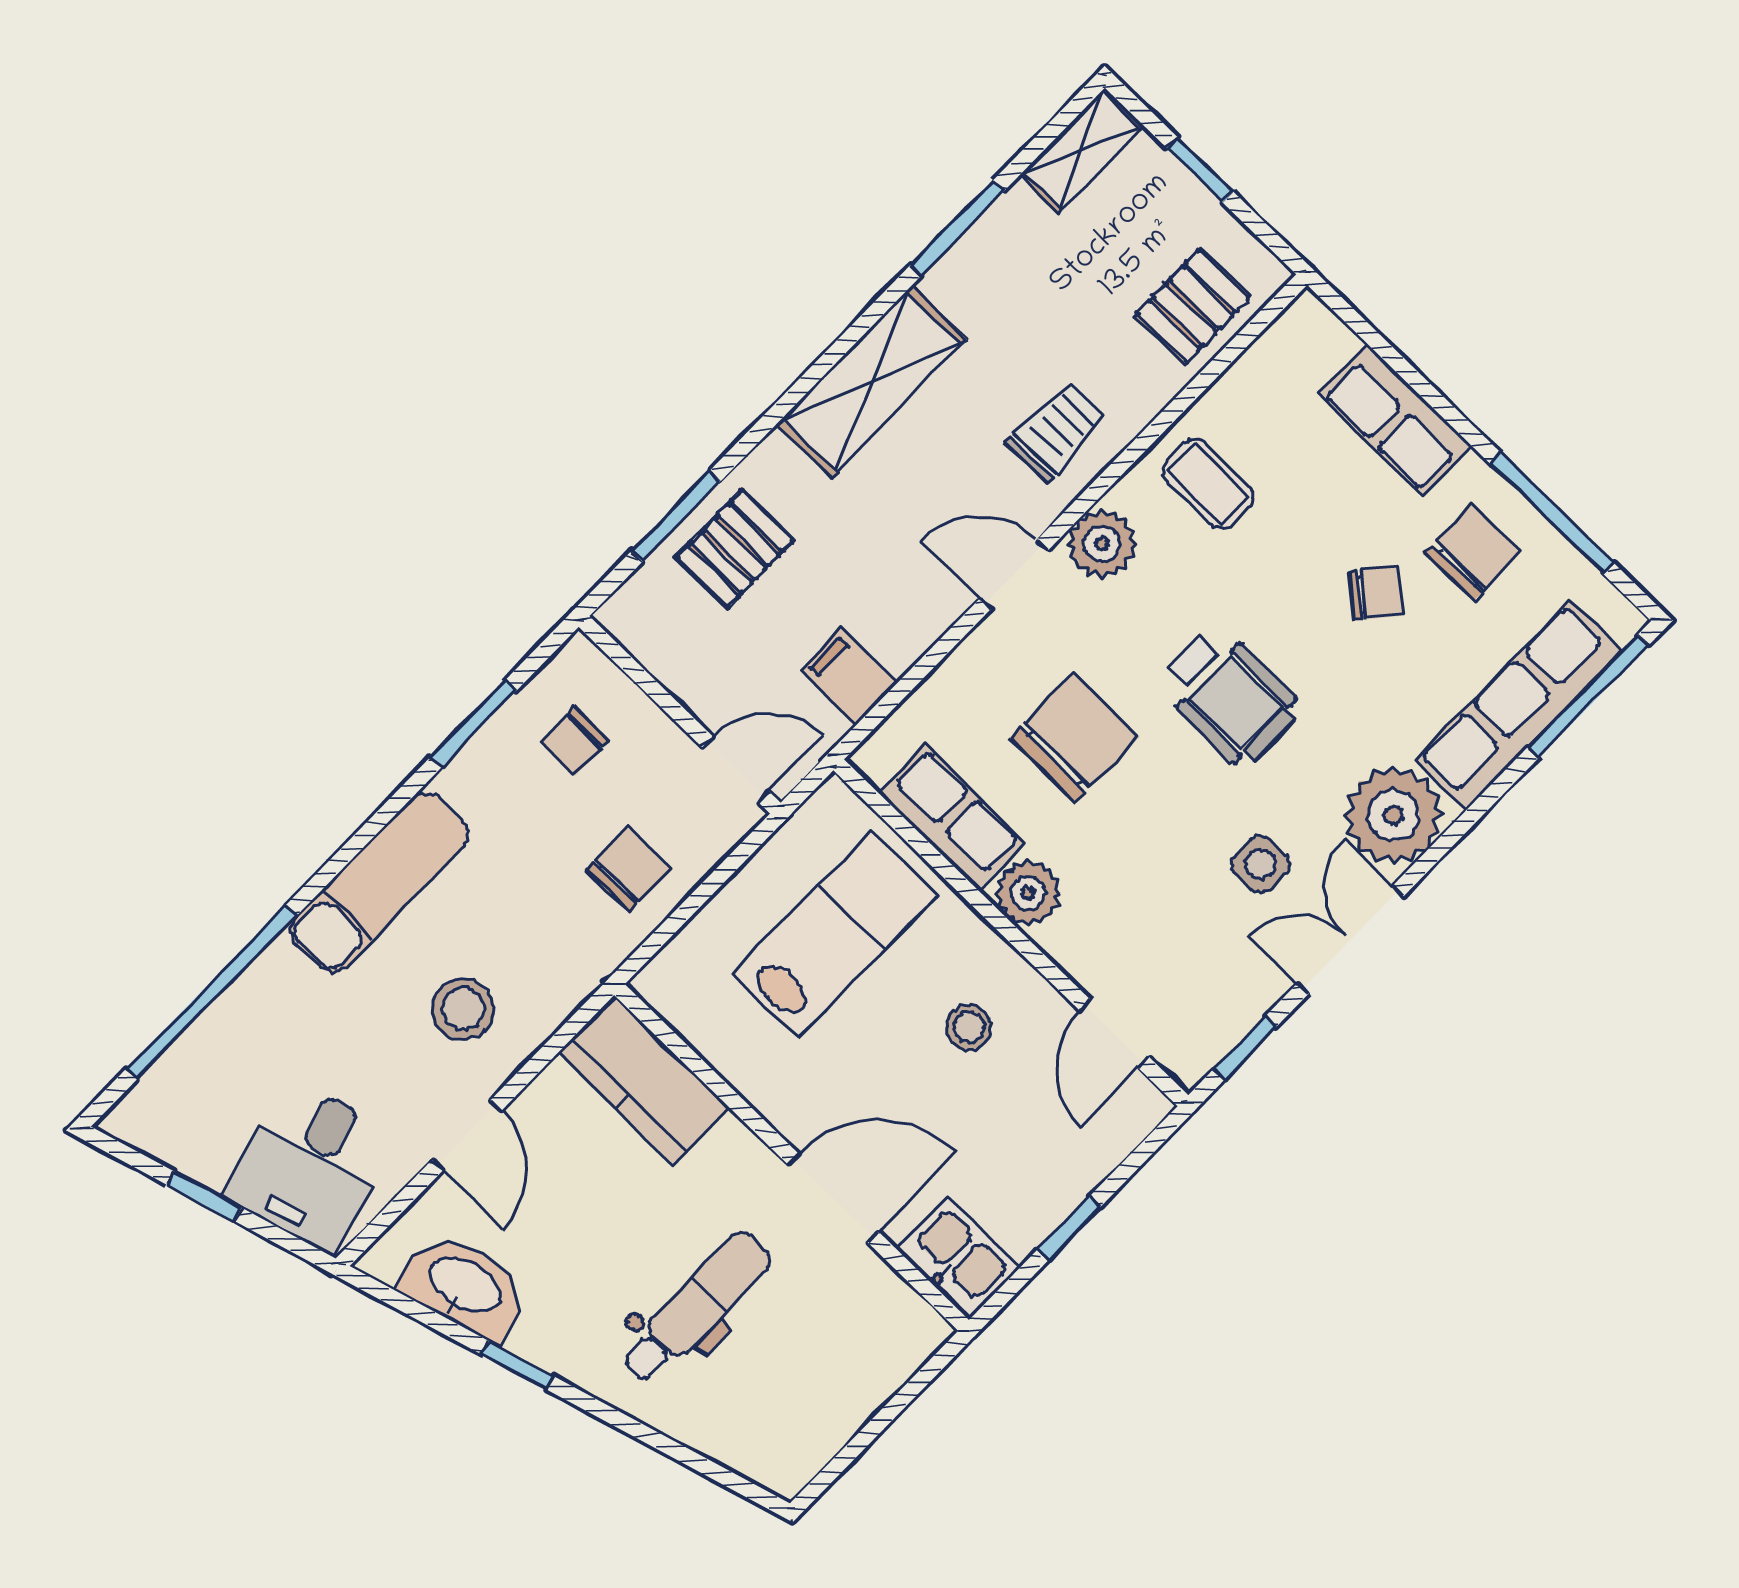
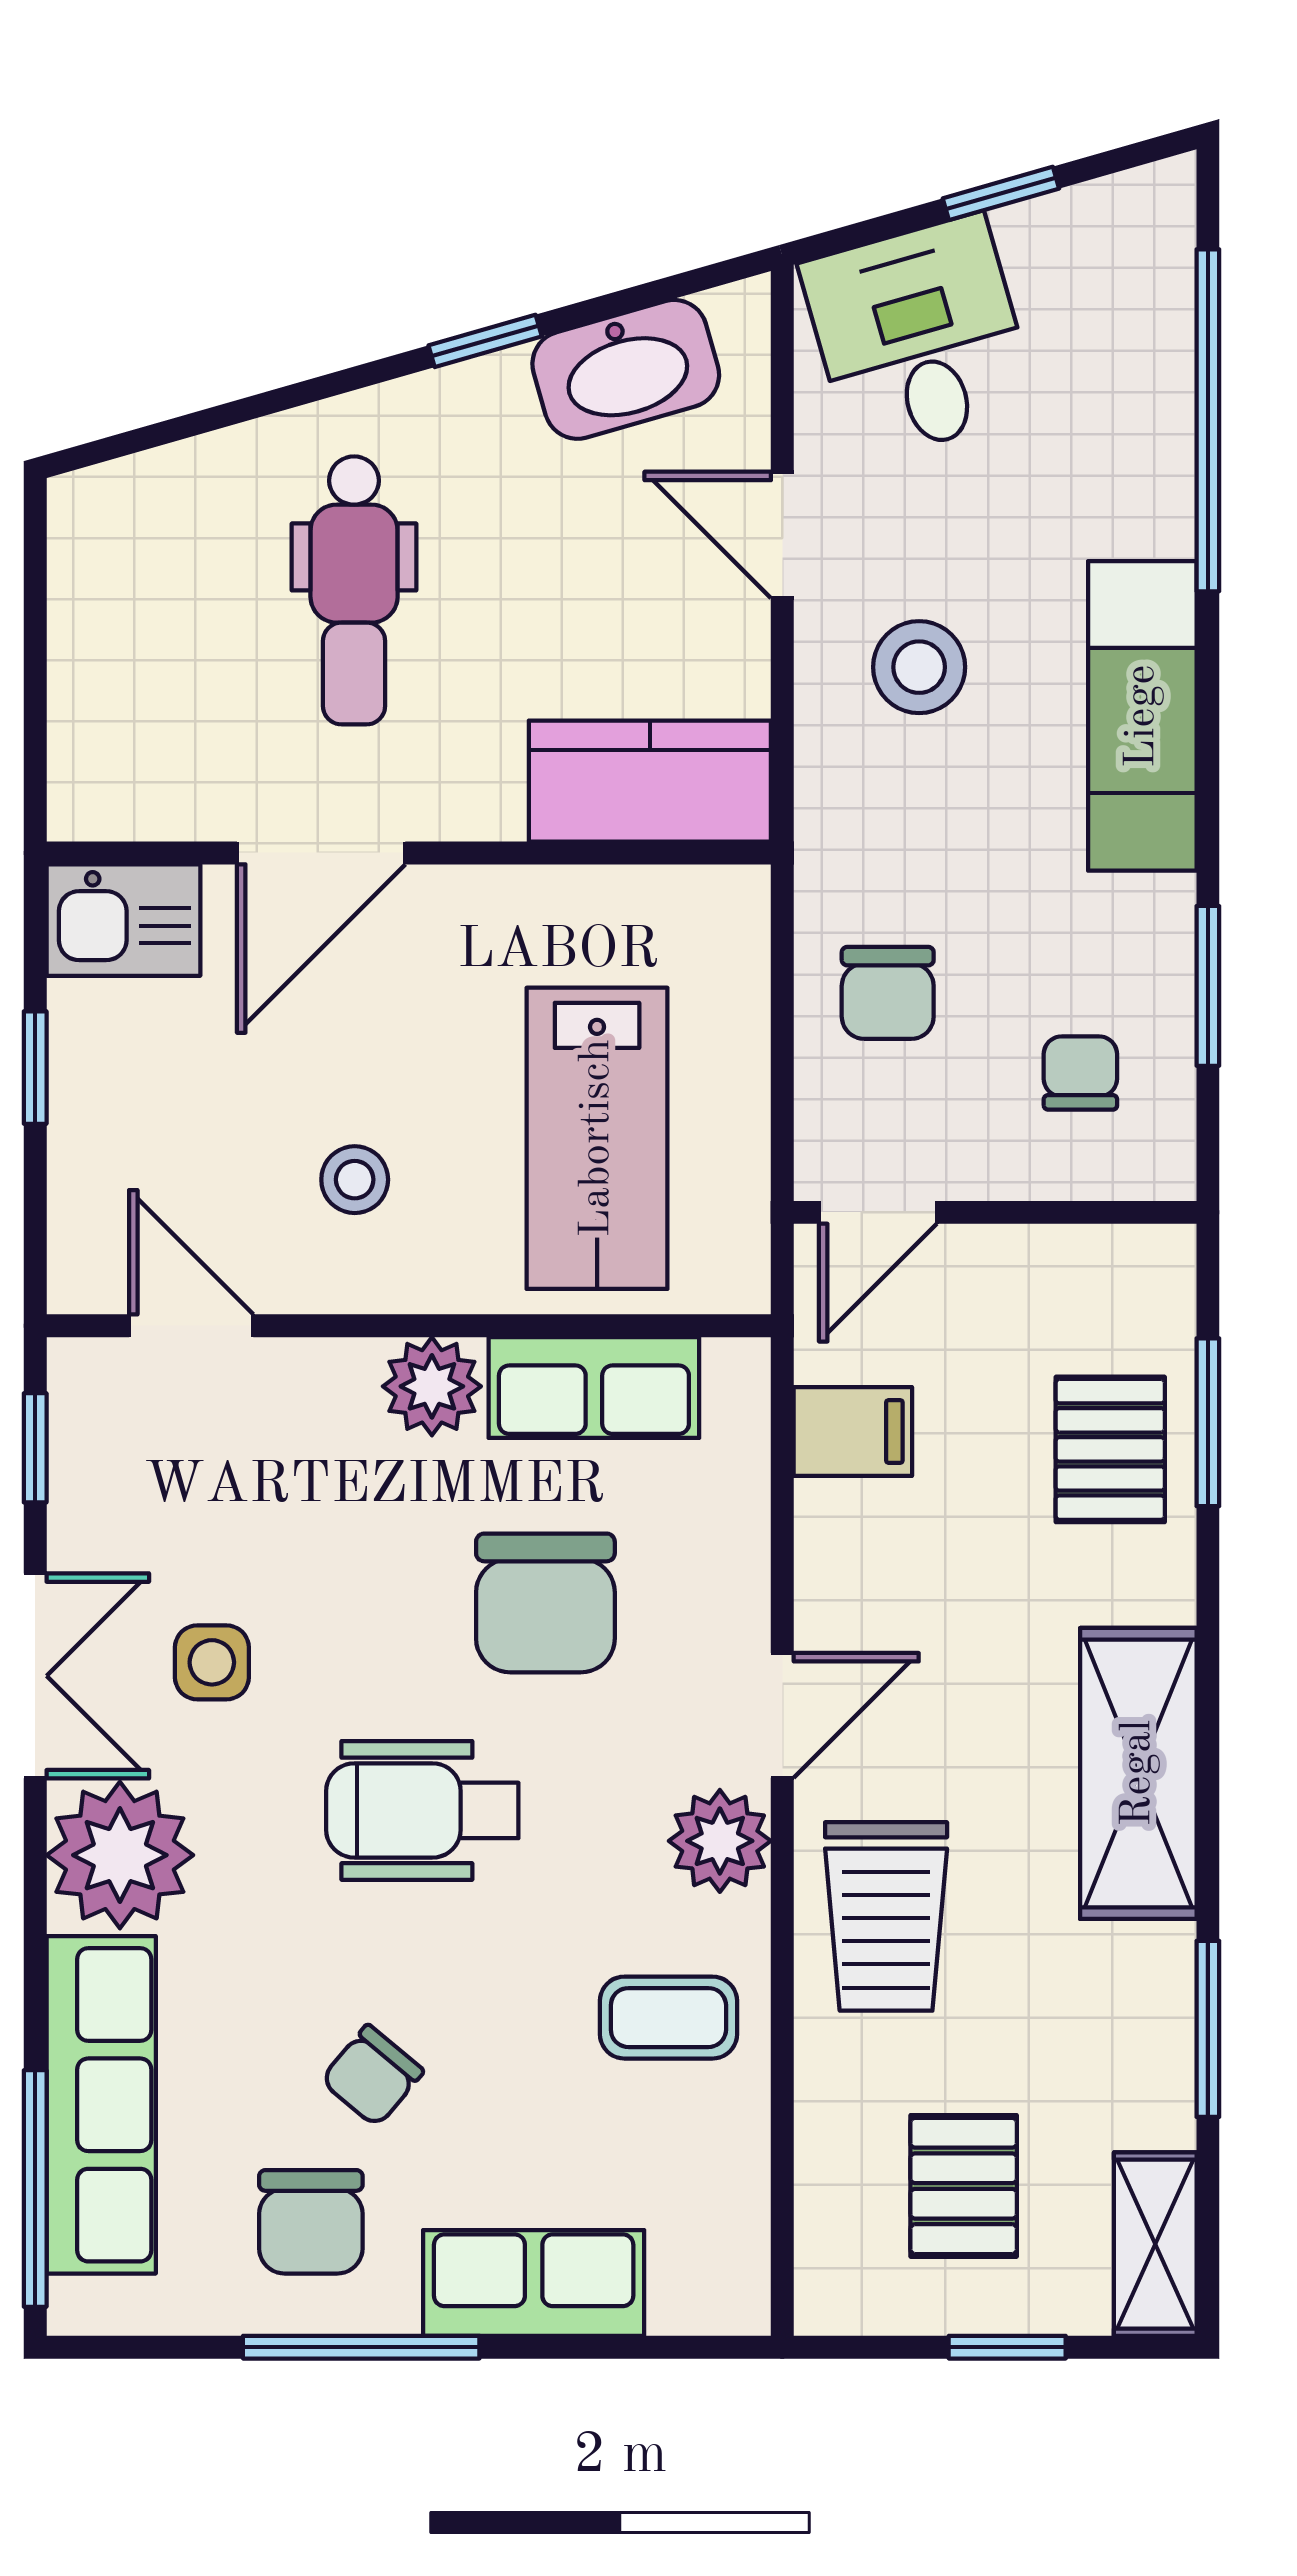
pallet: (1193, 306) -> (964, 2186), moved
trolley: (1058, 431) -> (886, 1916), width x1.36, depth x1.39
window: (1552, 514) -> (361, 2347), moved

